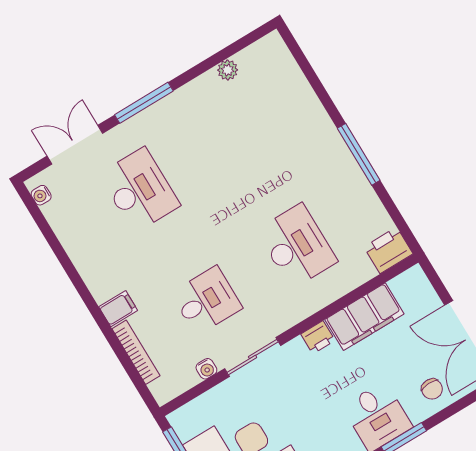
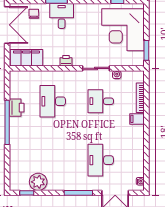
window: (241, 44) -> (27, 193), added
plant: (228, 70) -> (38, 182), width x1.87, depth x1.87
window: (359, 154) -> (7, 122), width x1.46
printer: (388, 250) -> (17, 108), moved, turned -90
filing cabinet: (364, 317) -> (26, 58), moved

